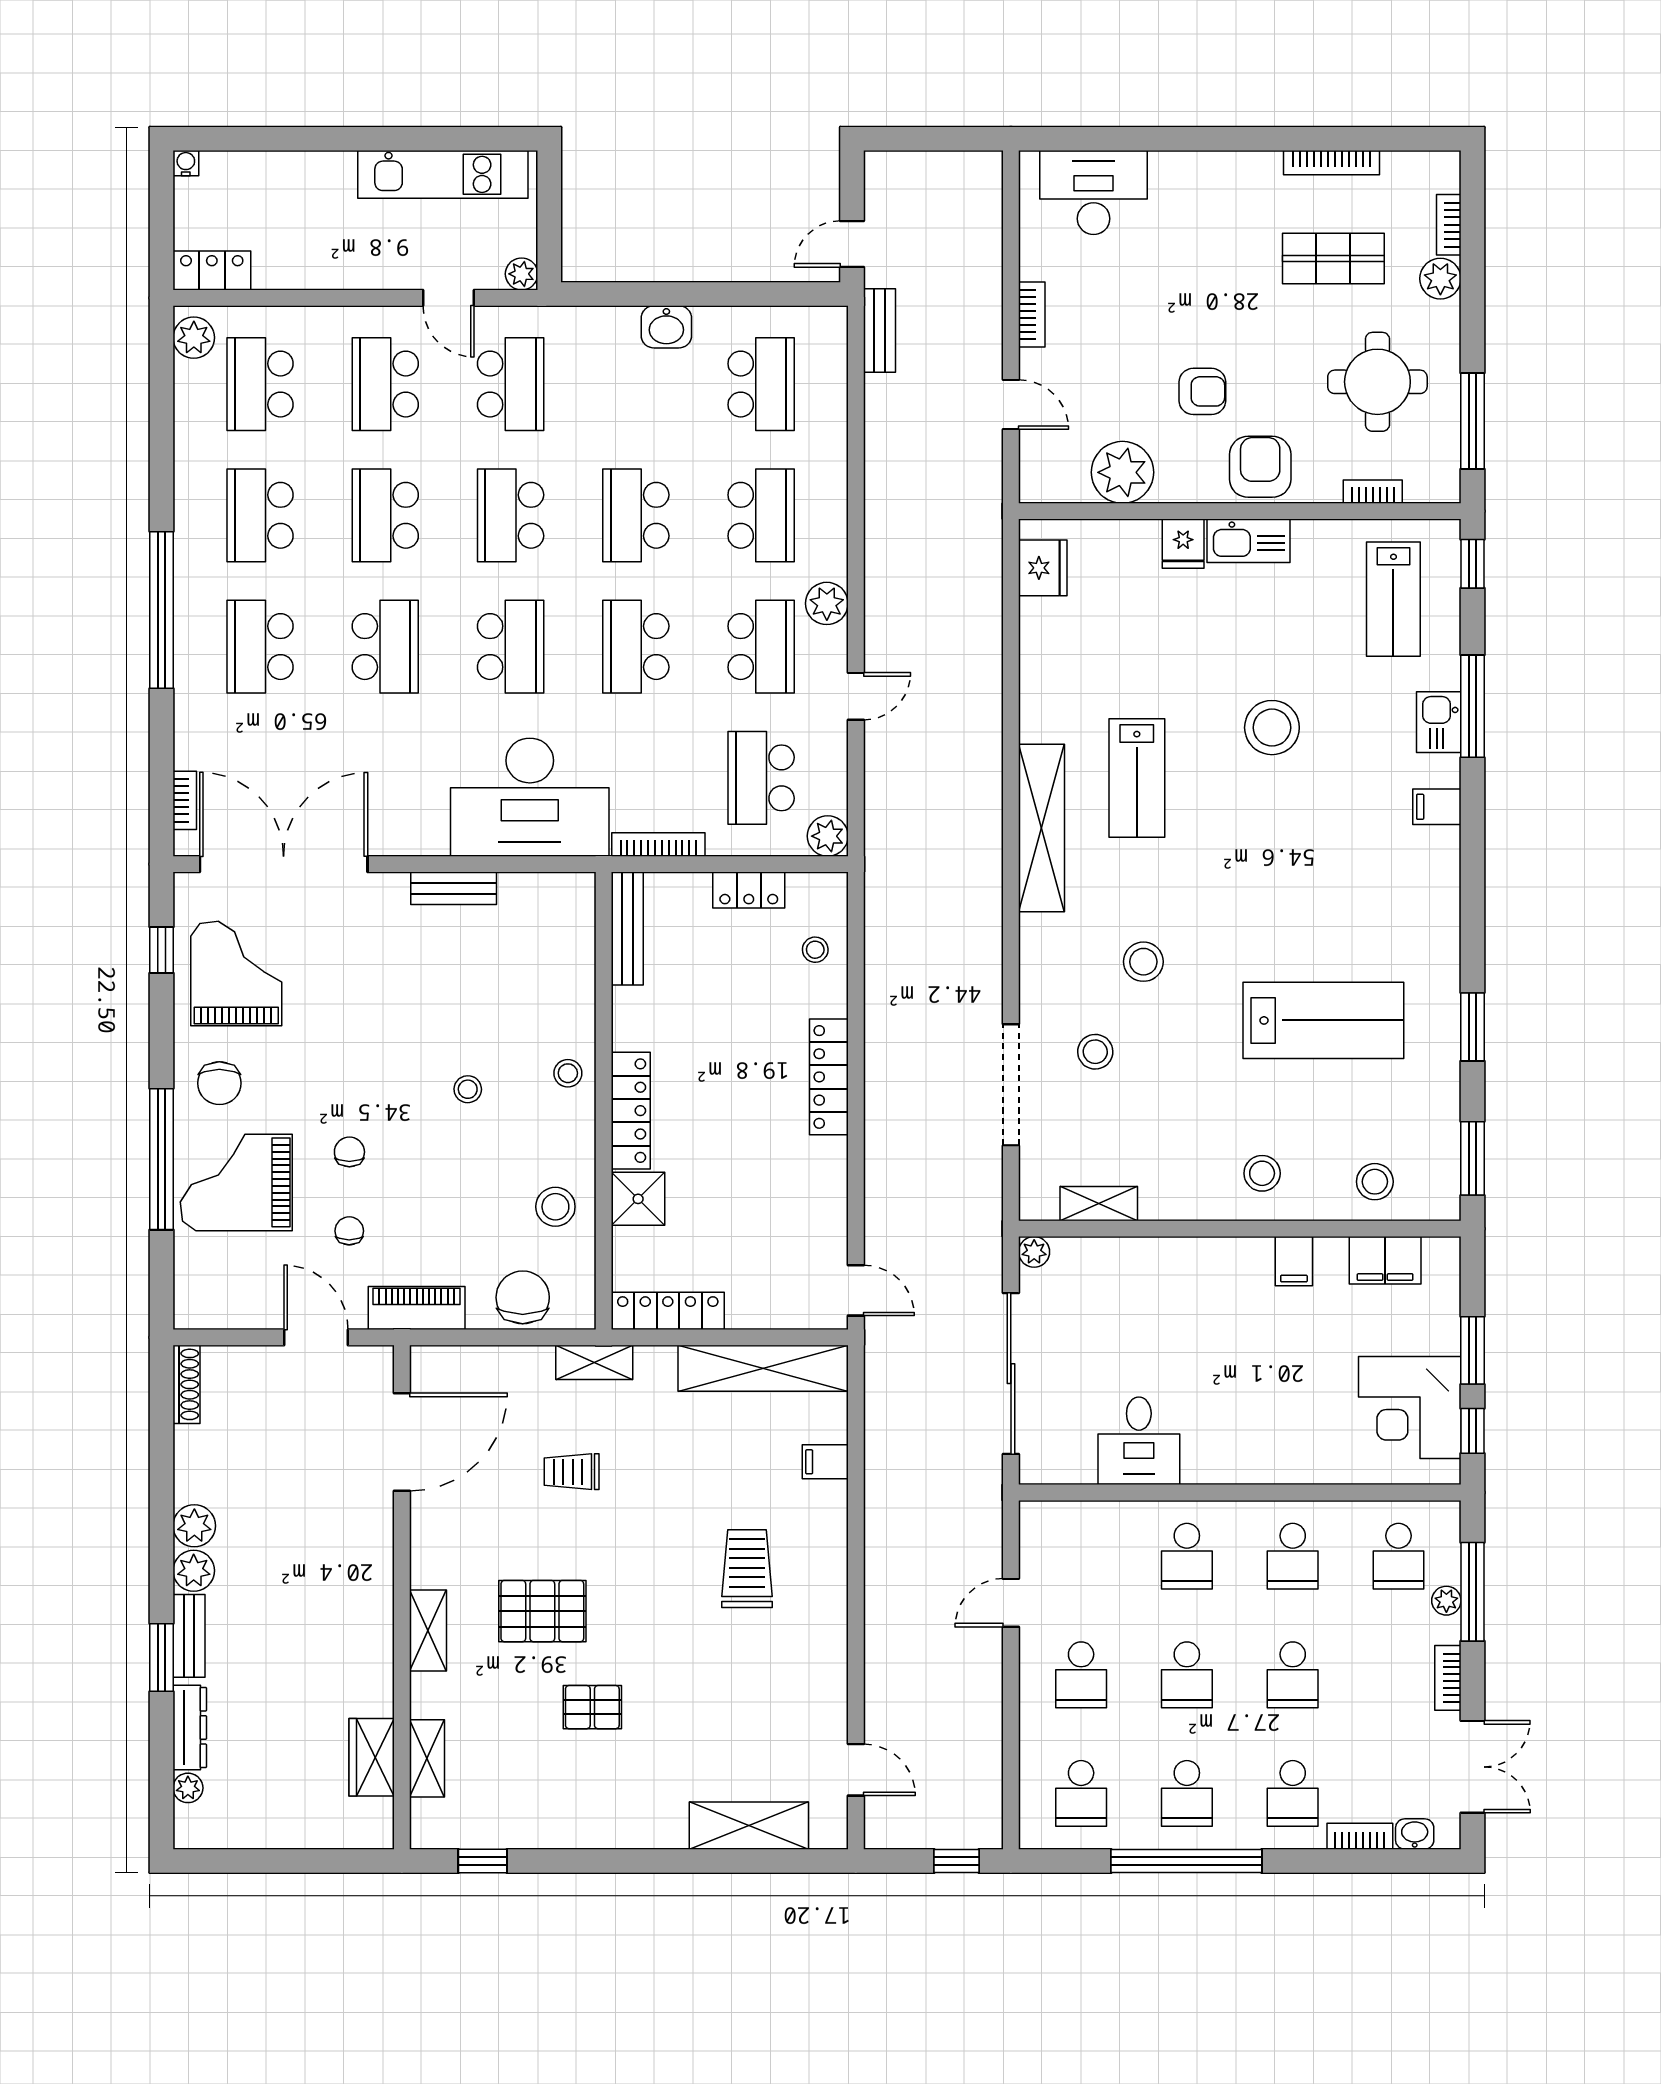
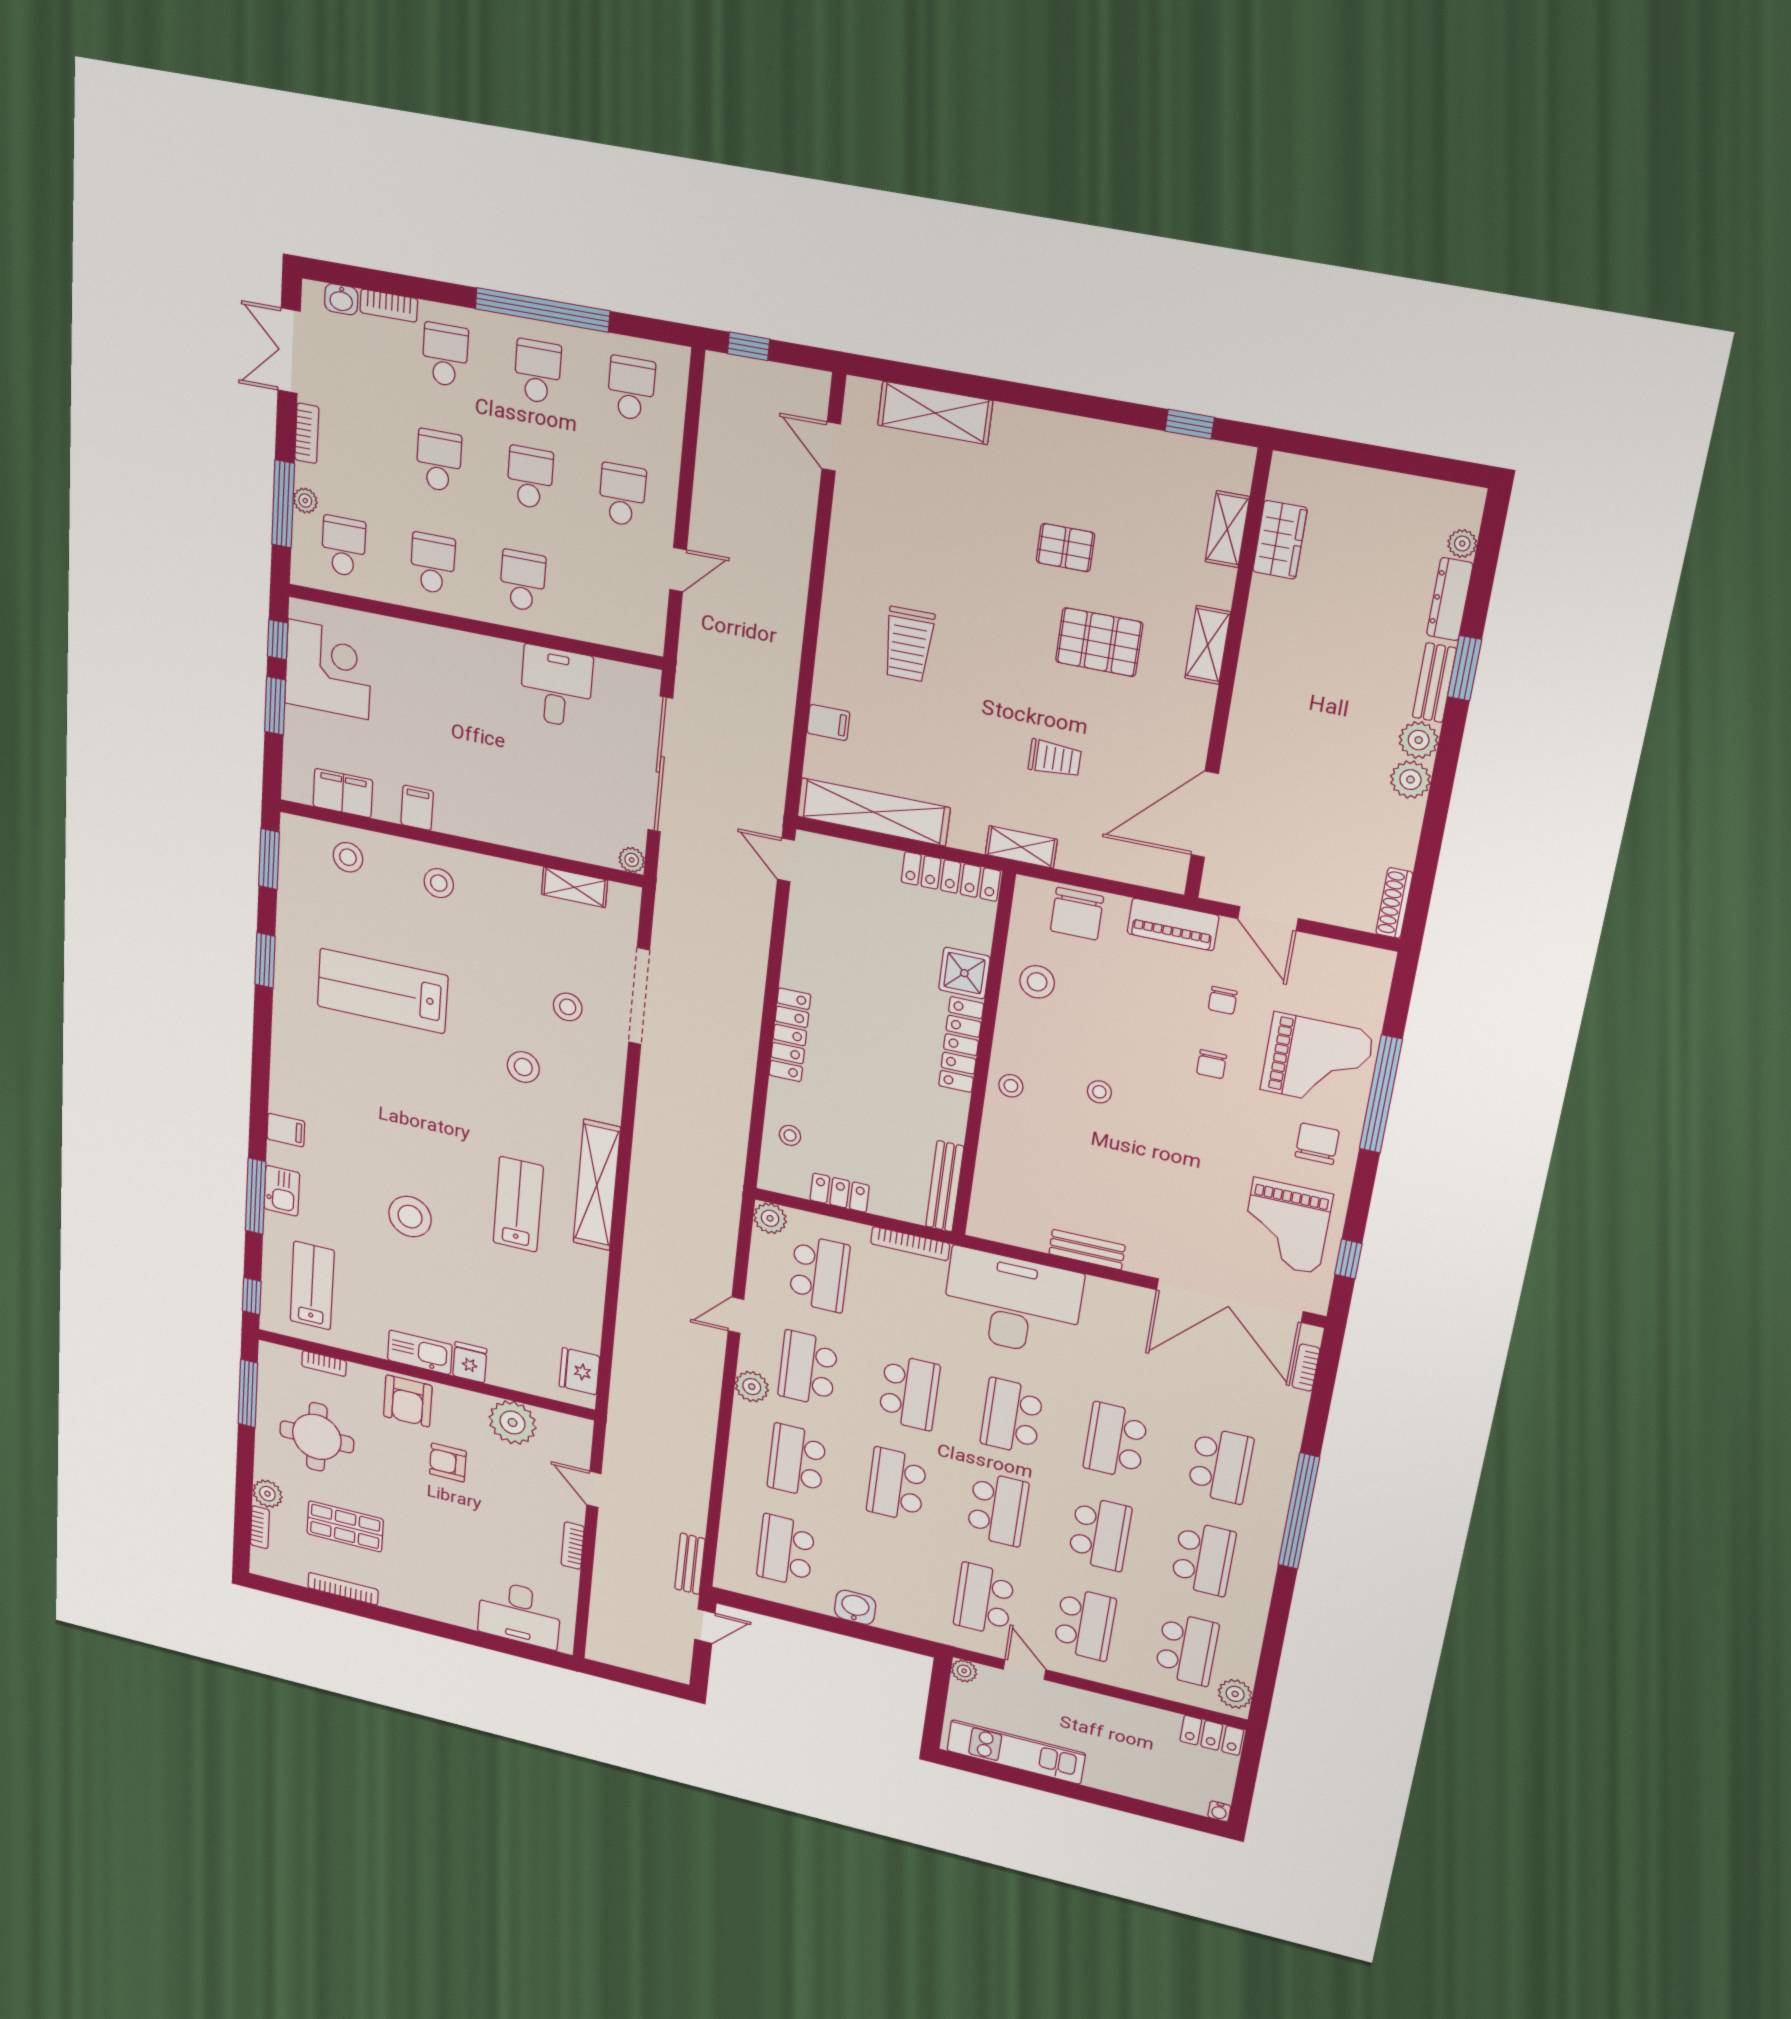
school desk: (636, 515) -> (897, 1485), turned 180

